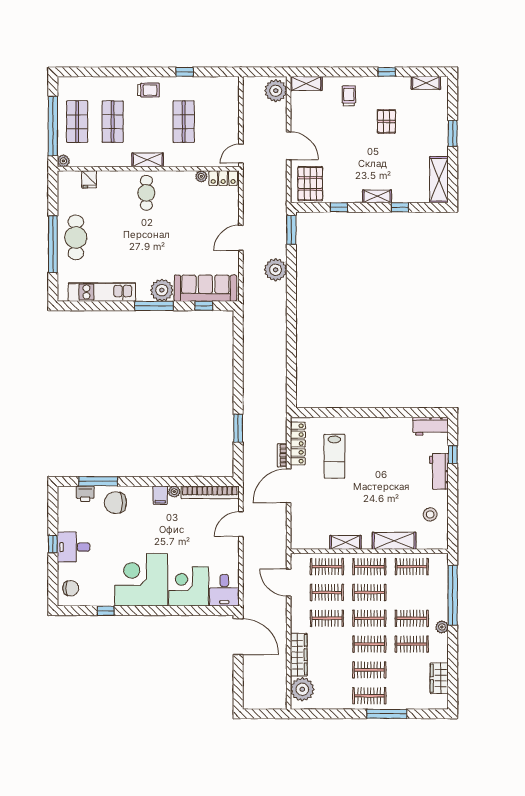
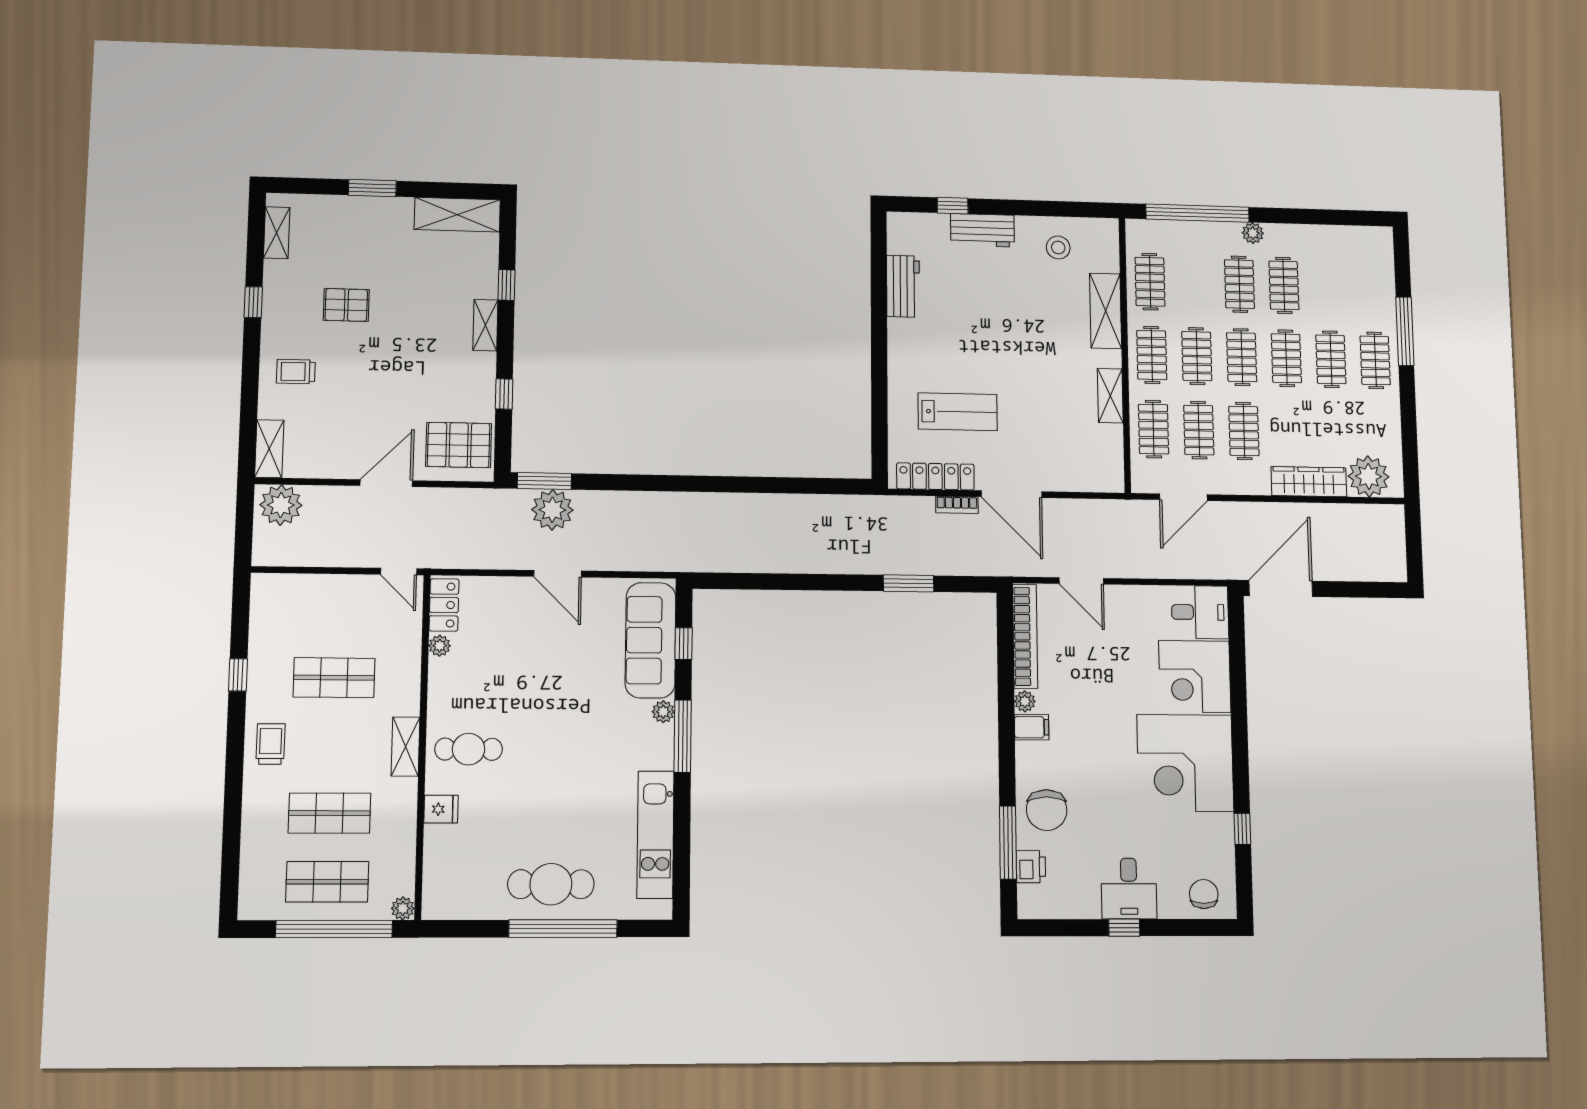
fridge: (89, 179) -> (441, 809), moved
plant: (276, 270) -> (552, 510), moved
plant: (162, 290) -> (663, 712), width x0.53, depth x0.53
workbench: (431, 426) -> (903, 286), moved
wardrobe: (439, 678) -> (1341, 240), removed

